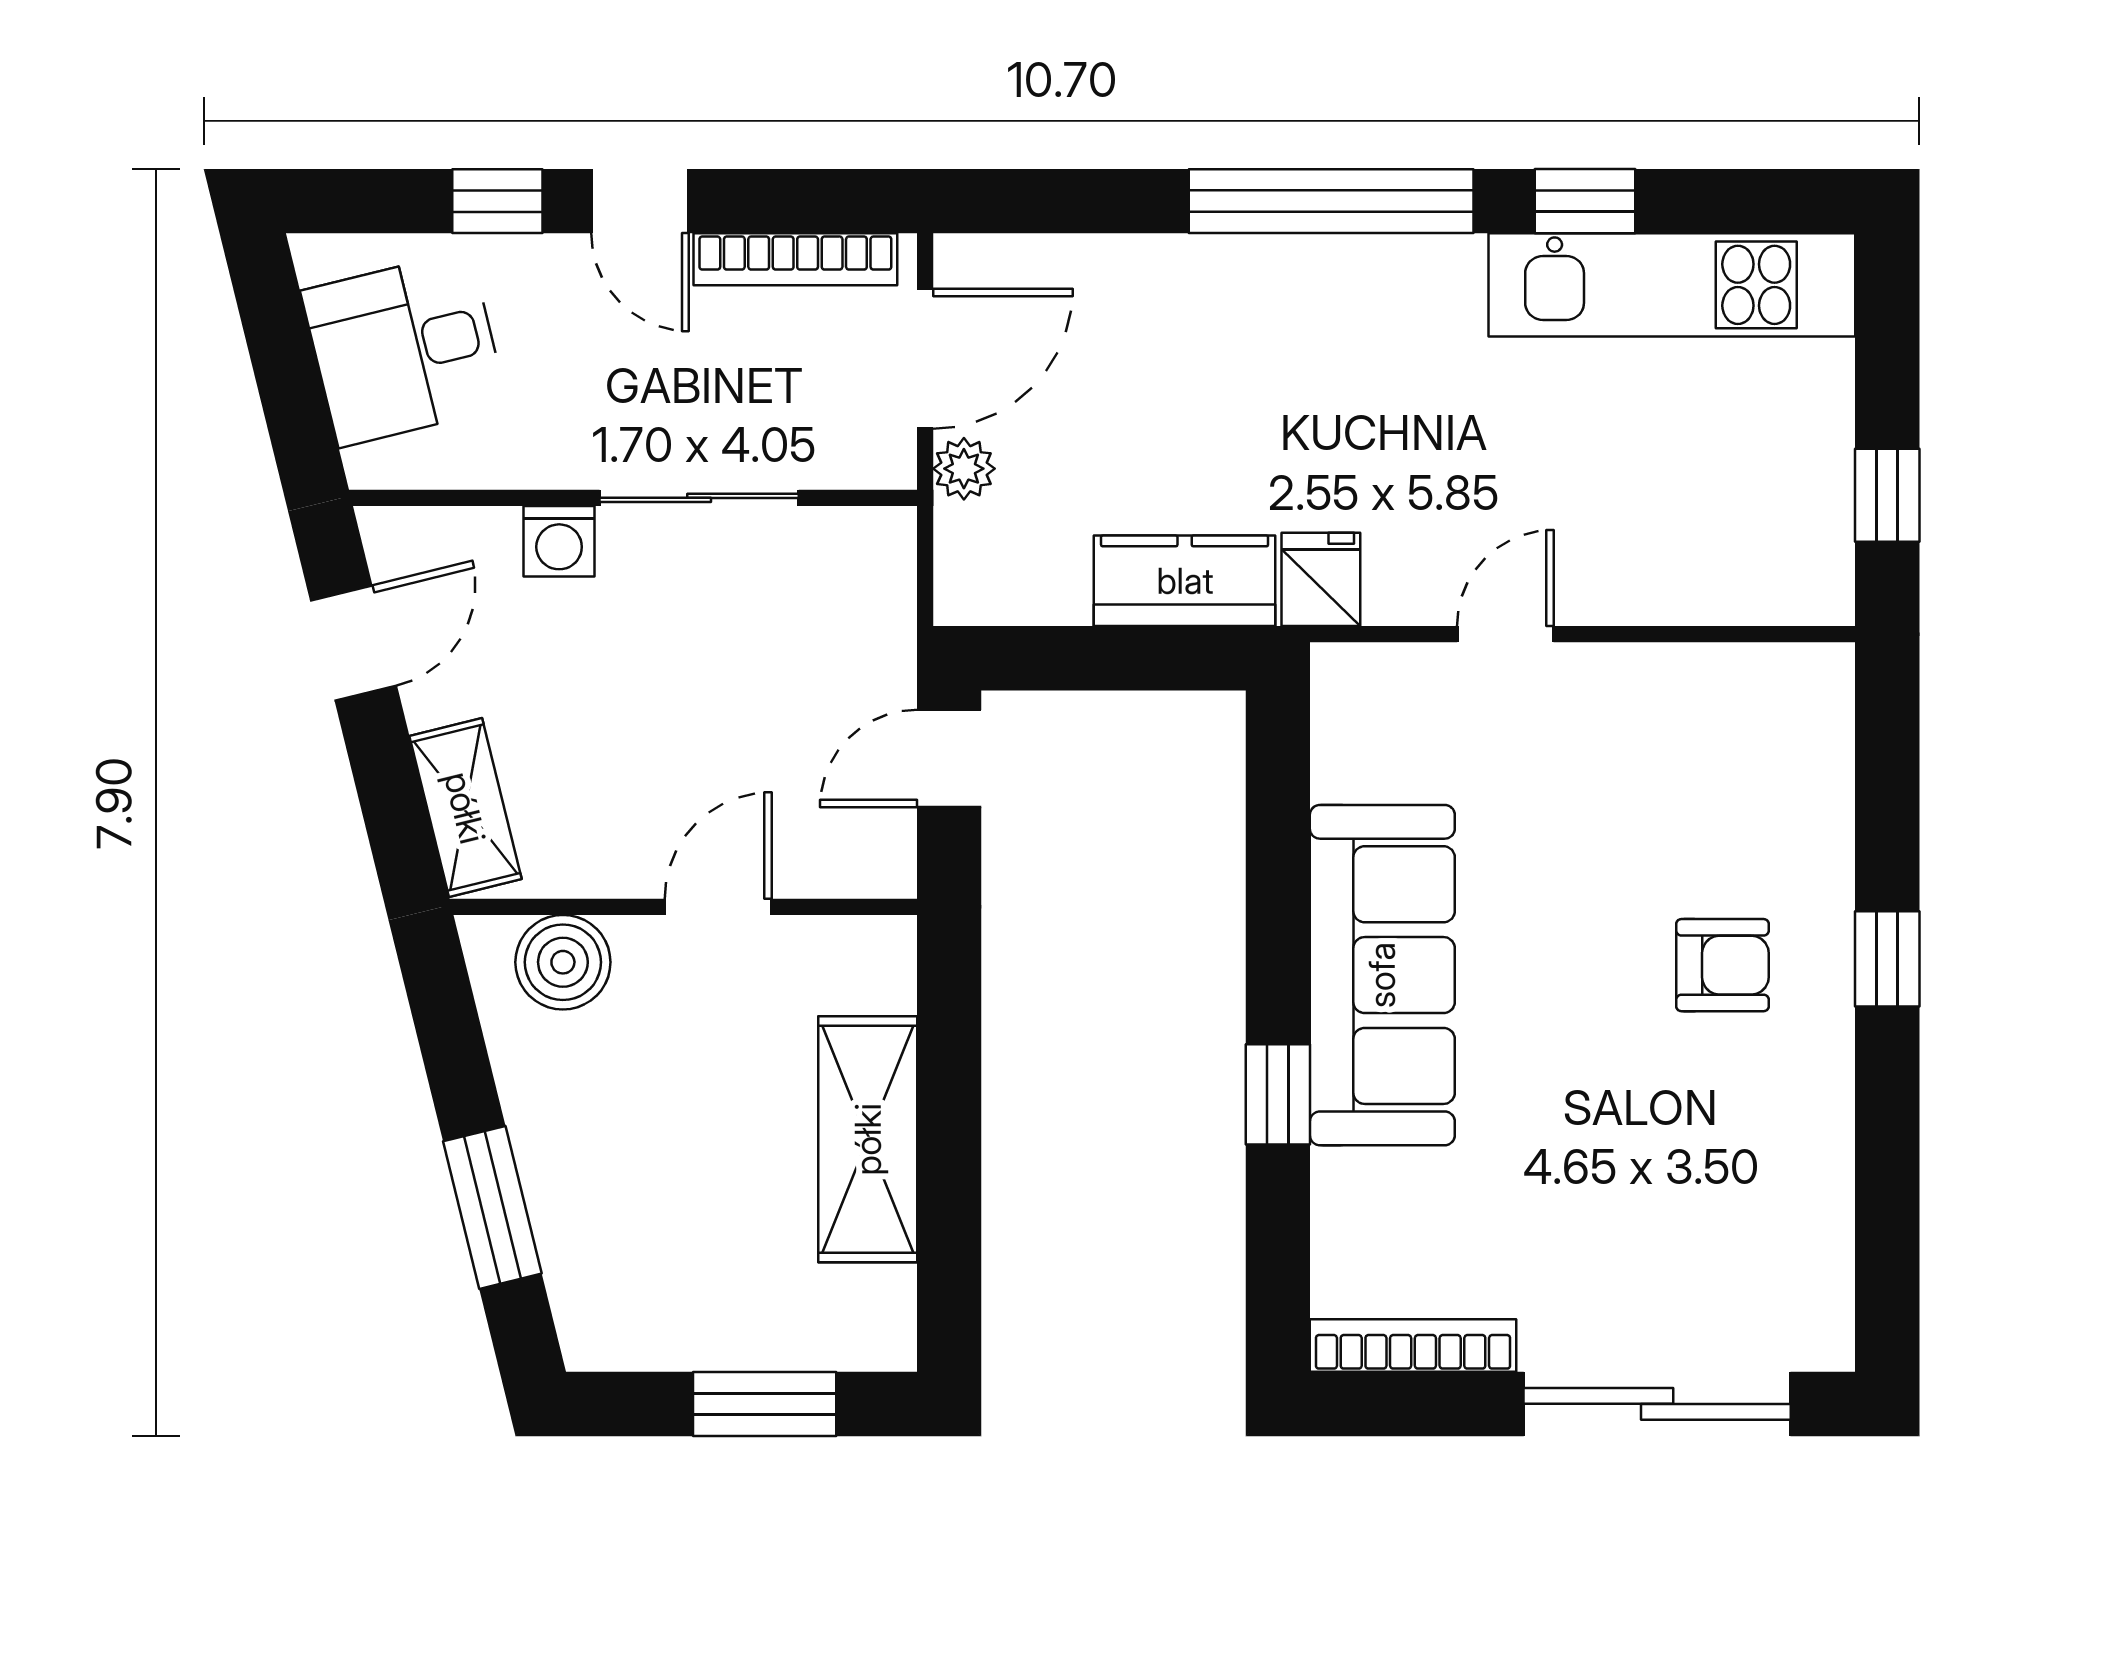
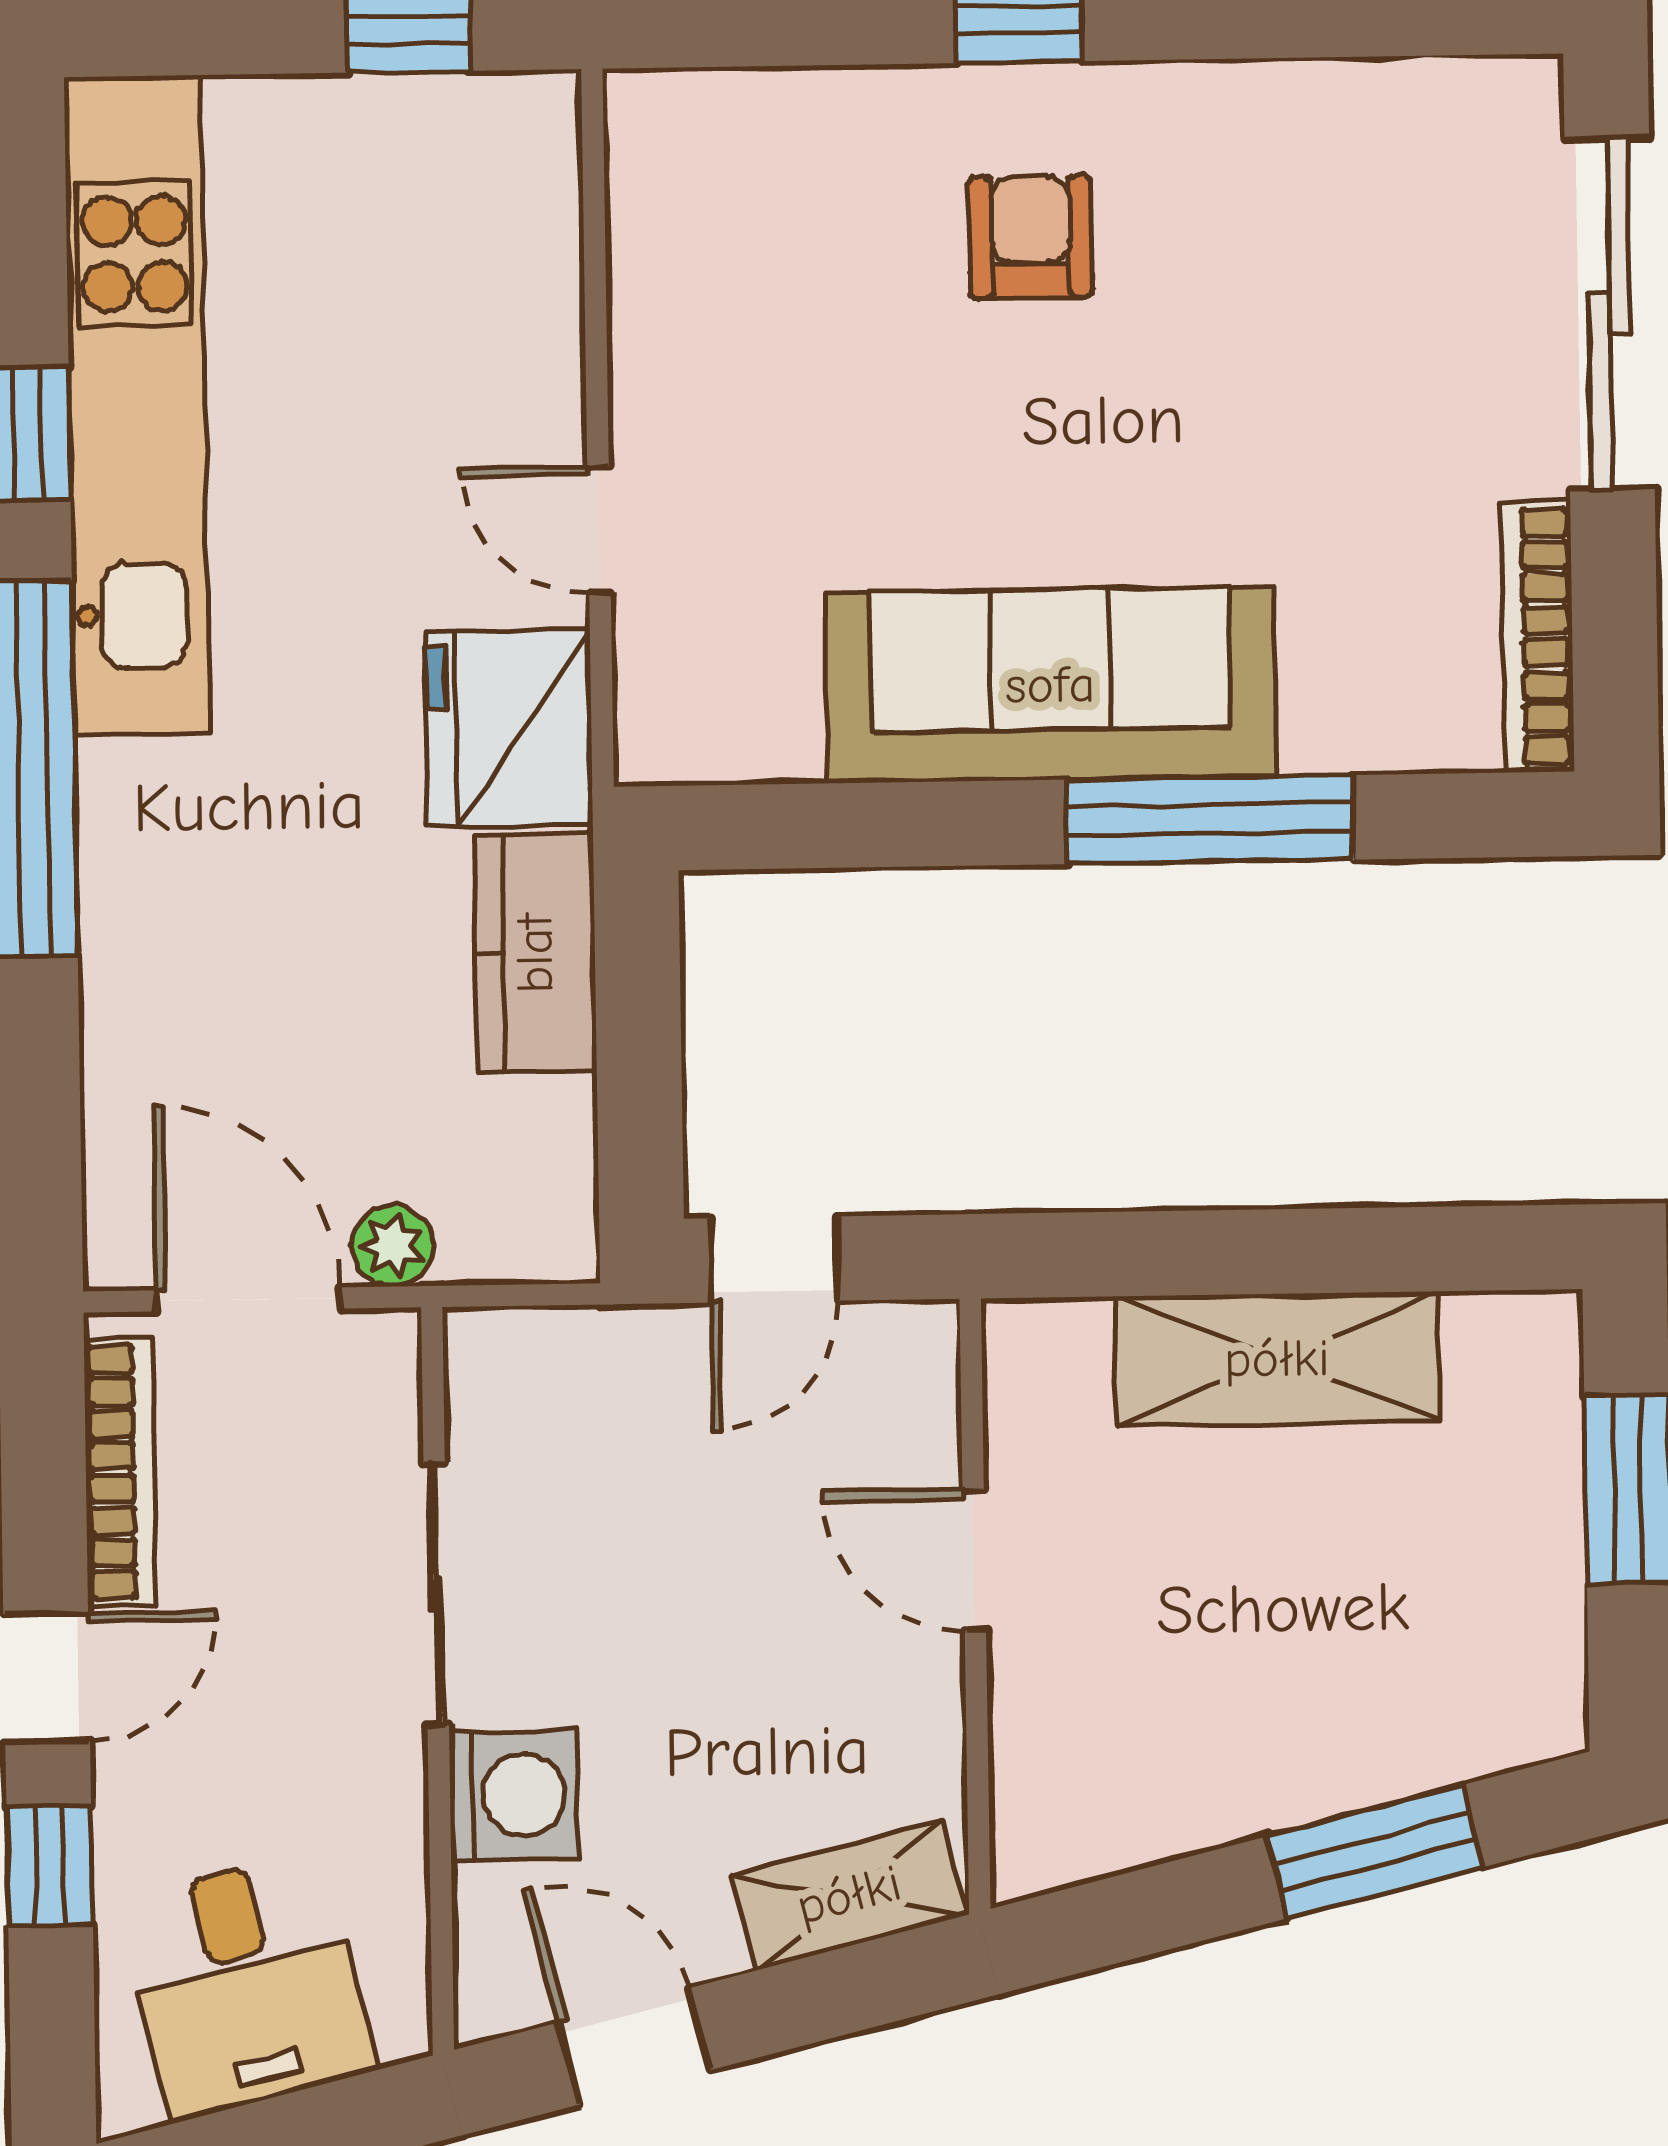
kitchen unit: (1672, 285) -> (137, 405), width x1.36
washing machine: (559, 541) -> (514, 1795), width x1.38, depth x1.38
fridge: (1321, 579) -> (509, 728), width x1.88, depth x1.34
door: (949, 758) -> (774, 1259), hinge flipped
boiler: (563, 962) -> (1051, 1764), removed
window: (1278, 1094) -> (1210, 820), width x2.17

